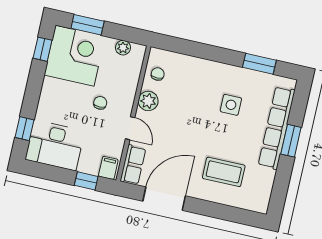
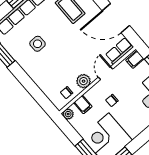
plant: (123, 48) -> (68, 114), moved
filing cabinet: (130, 74) -> (83, 105), added

